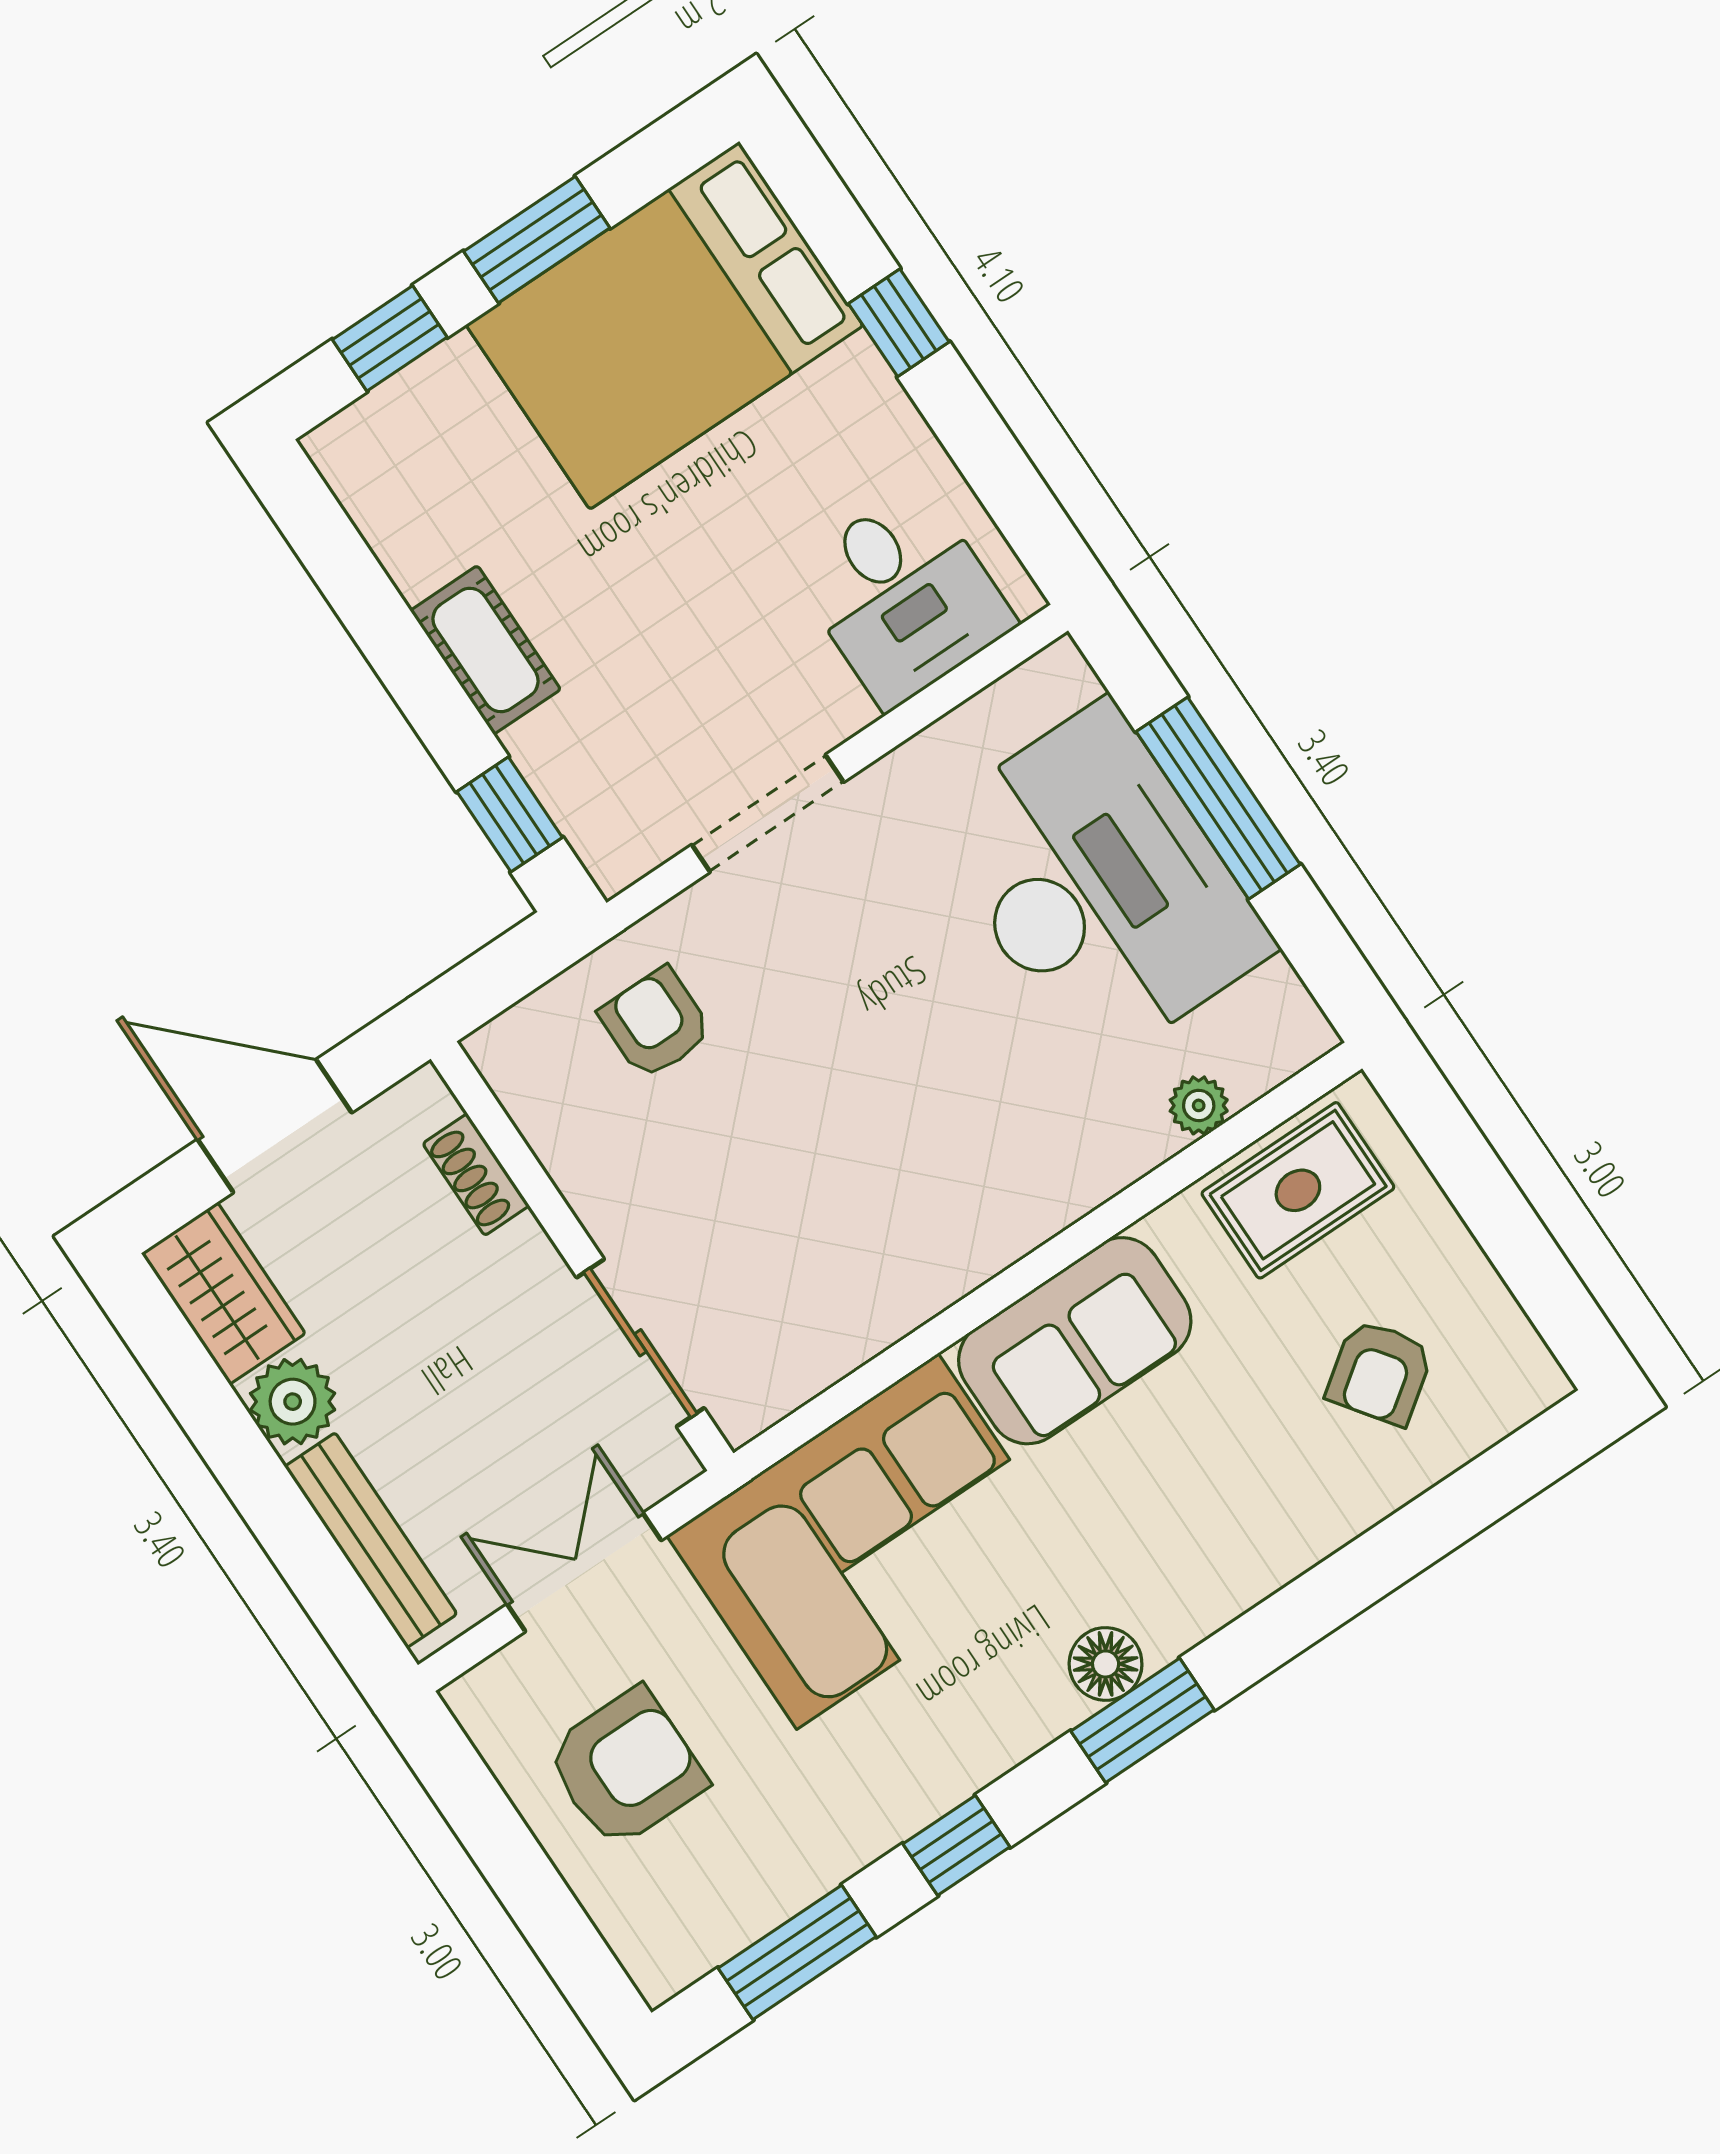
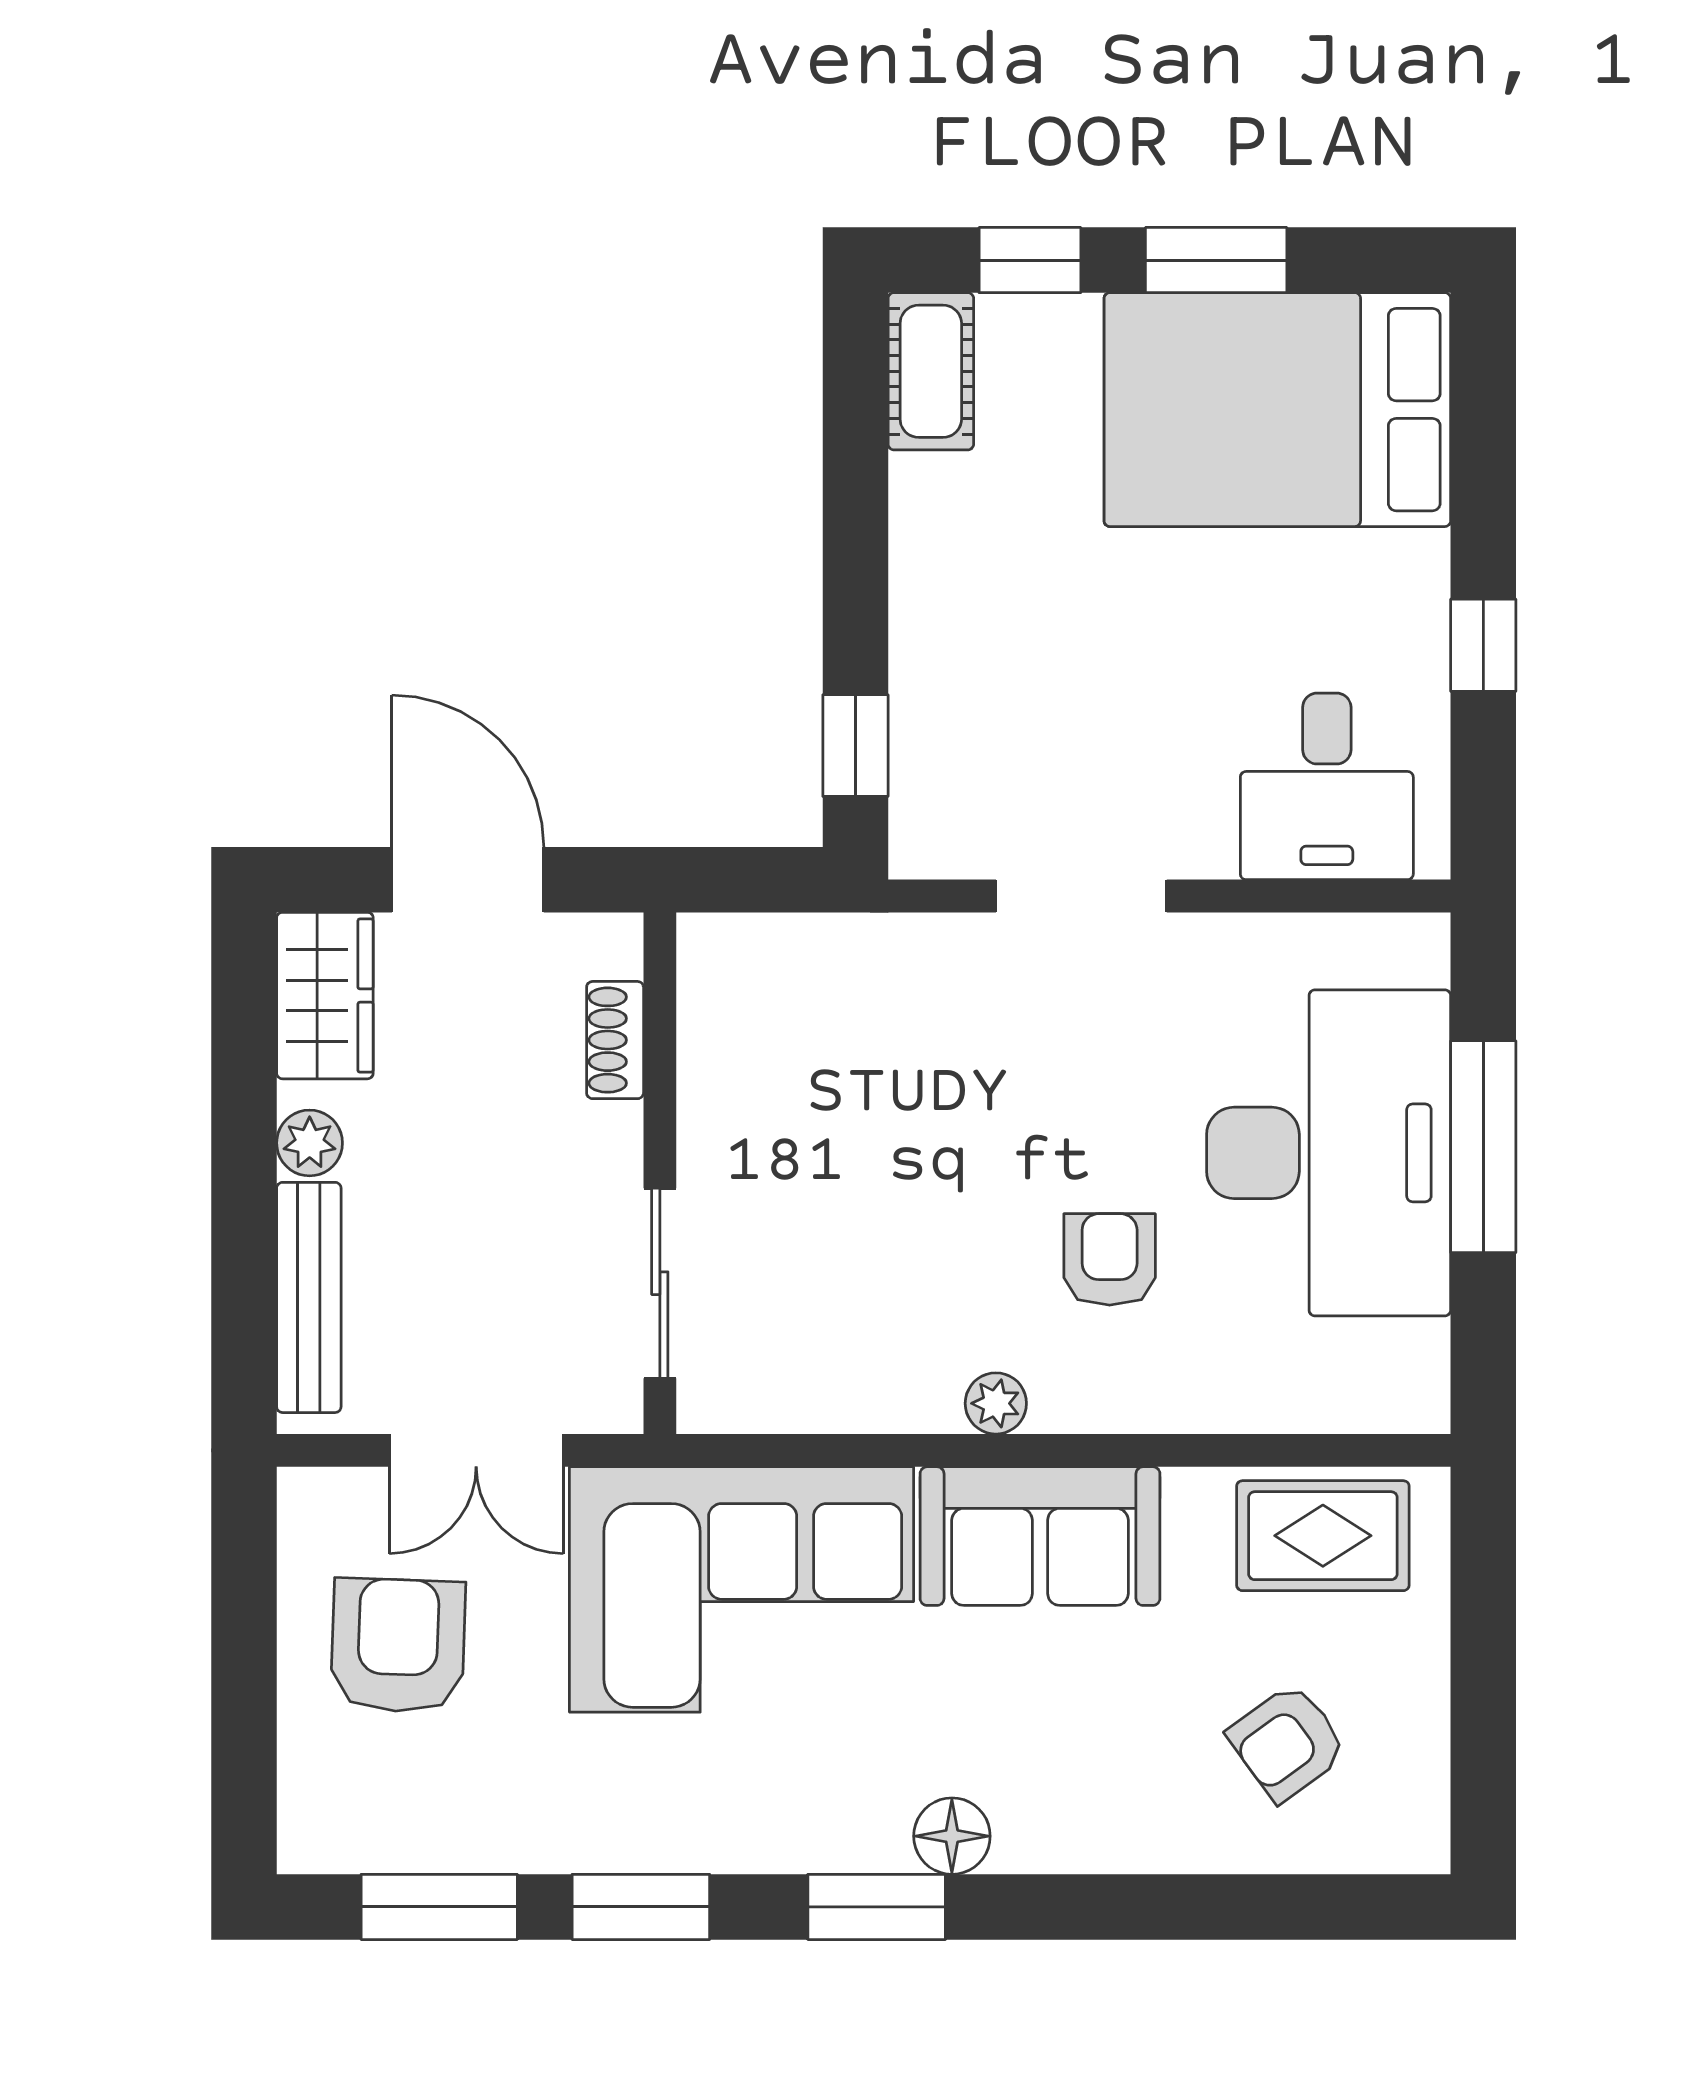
window: (899, 323) -> (1483, 645), moved
cot: (485, 650) -> (931, 371), moved
armchair: (656, 1023) -> (1110, 1259), moved
plant: (1199, 1105) -> (996, 1403), moved
plant: (293, 1402) -> (310, 1143), width x0.73, depth x0.73
double door: (584, 1572) -> (476, 1450), swing flipped
floor lamp: (1106, 1664) -> (952, 1836), moved
armchair: (626, 1768) -> (398, 1645), turned -88
window: (956, 1845) -> (641, 1907), width x1.50

